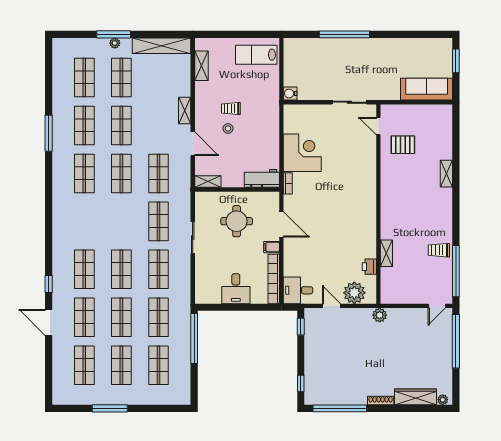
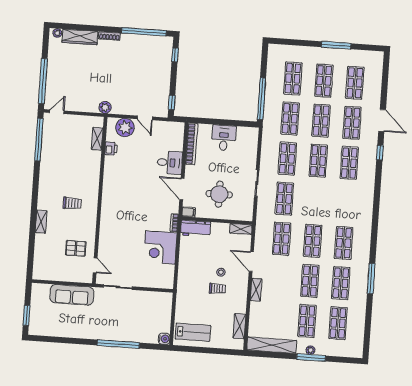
sofa: (427, 89) -> (72, 295), moved
water cooler: (290, 94) -> (164, 339), moved
filing cabinet: (272, 247) -> (189, 212), moved
trolley: (439, 250) -> (72, 203), moved
shelving: (386, 253) -> (97, 139), moved
desk: (298, 290) -> (170, 163), moved

